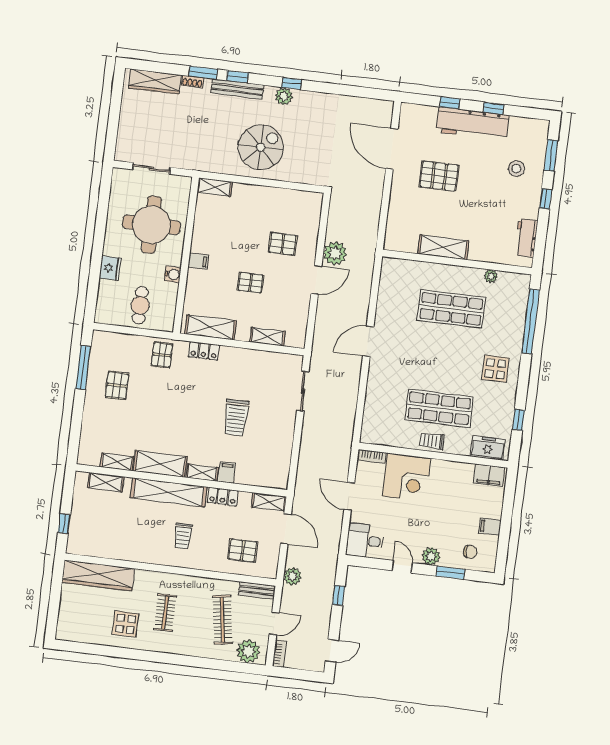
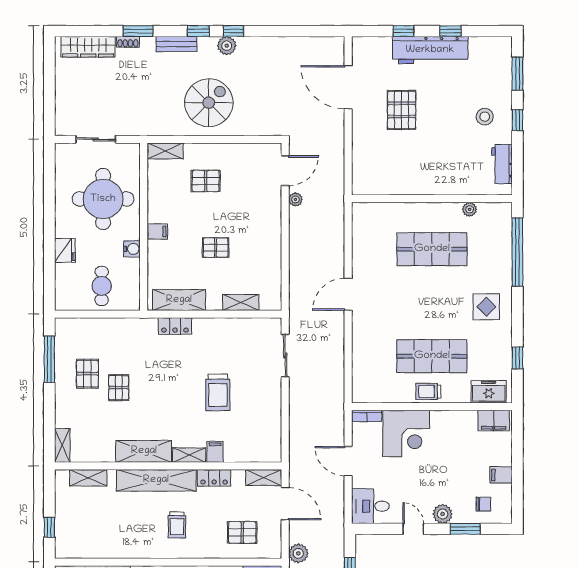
window: (238, 77) -> (198, 31), moved
bench: (237, 89) -> (176, 44), width x0.73
stool: (516, 169) -> (485, 117), moved
pallet: (439, 176) -> (402, 110), turned 90
pallet: (283, 244) -> (206, 181), moved
shelving: (443, 247) -> (415, 185), removed
plant: (335, 253) -> (295, 199), width x0.53, depth x0.53
door: (316, 280) -> (285, 171), moved
pallet: (162, 355) -> (119, 388), moved
shelving: (117, 462) -> (62, 445), moved, turned 90

